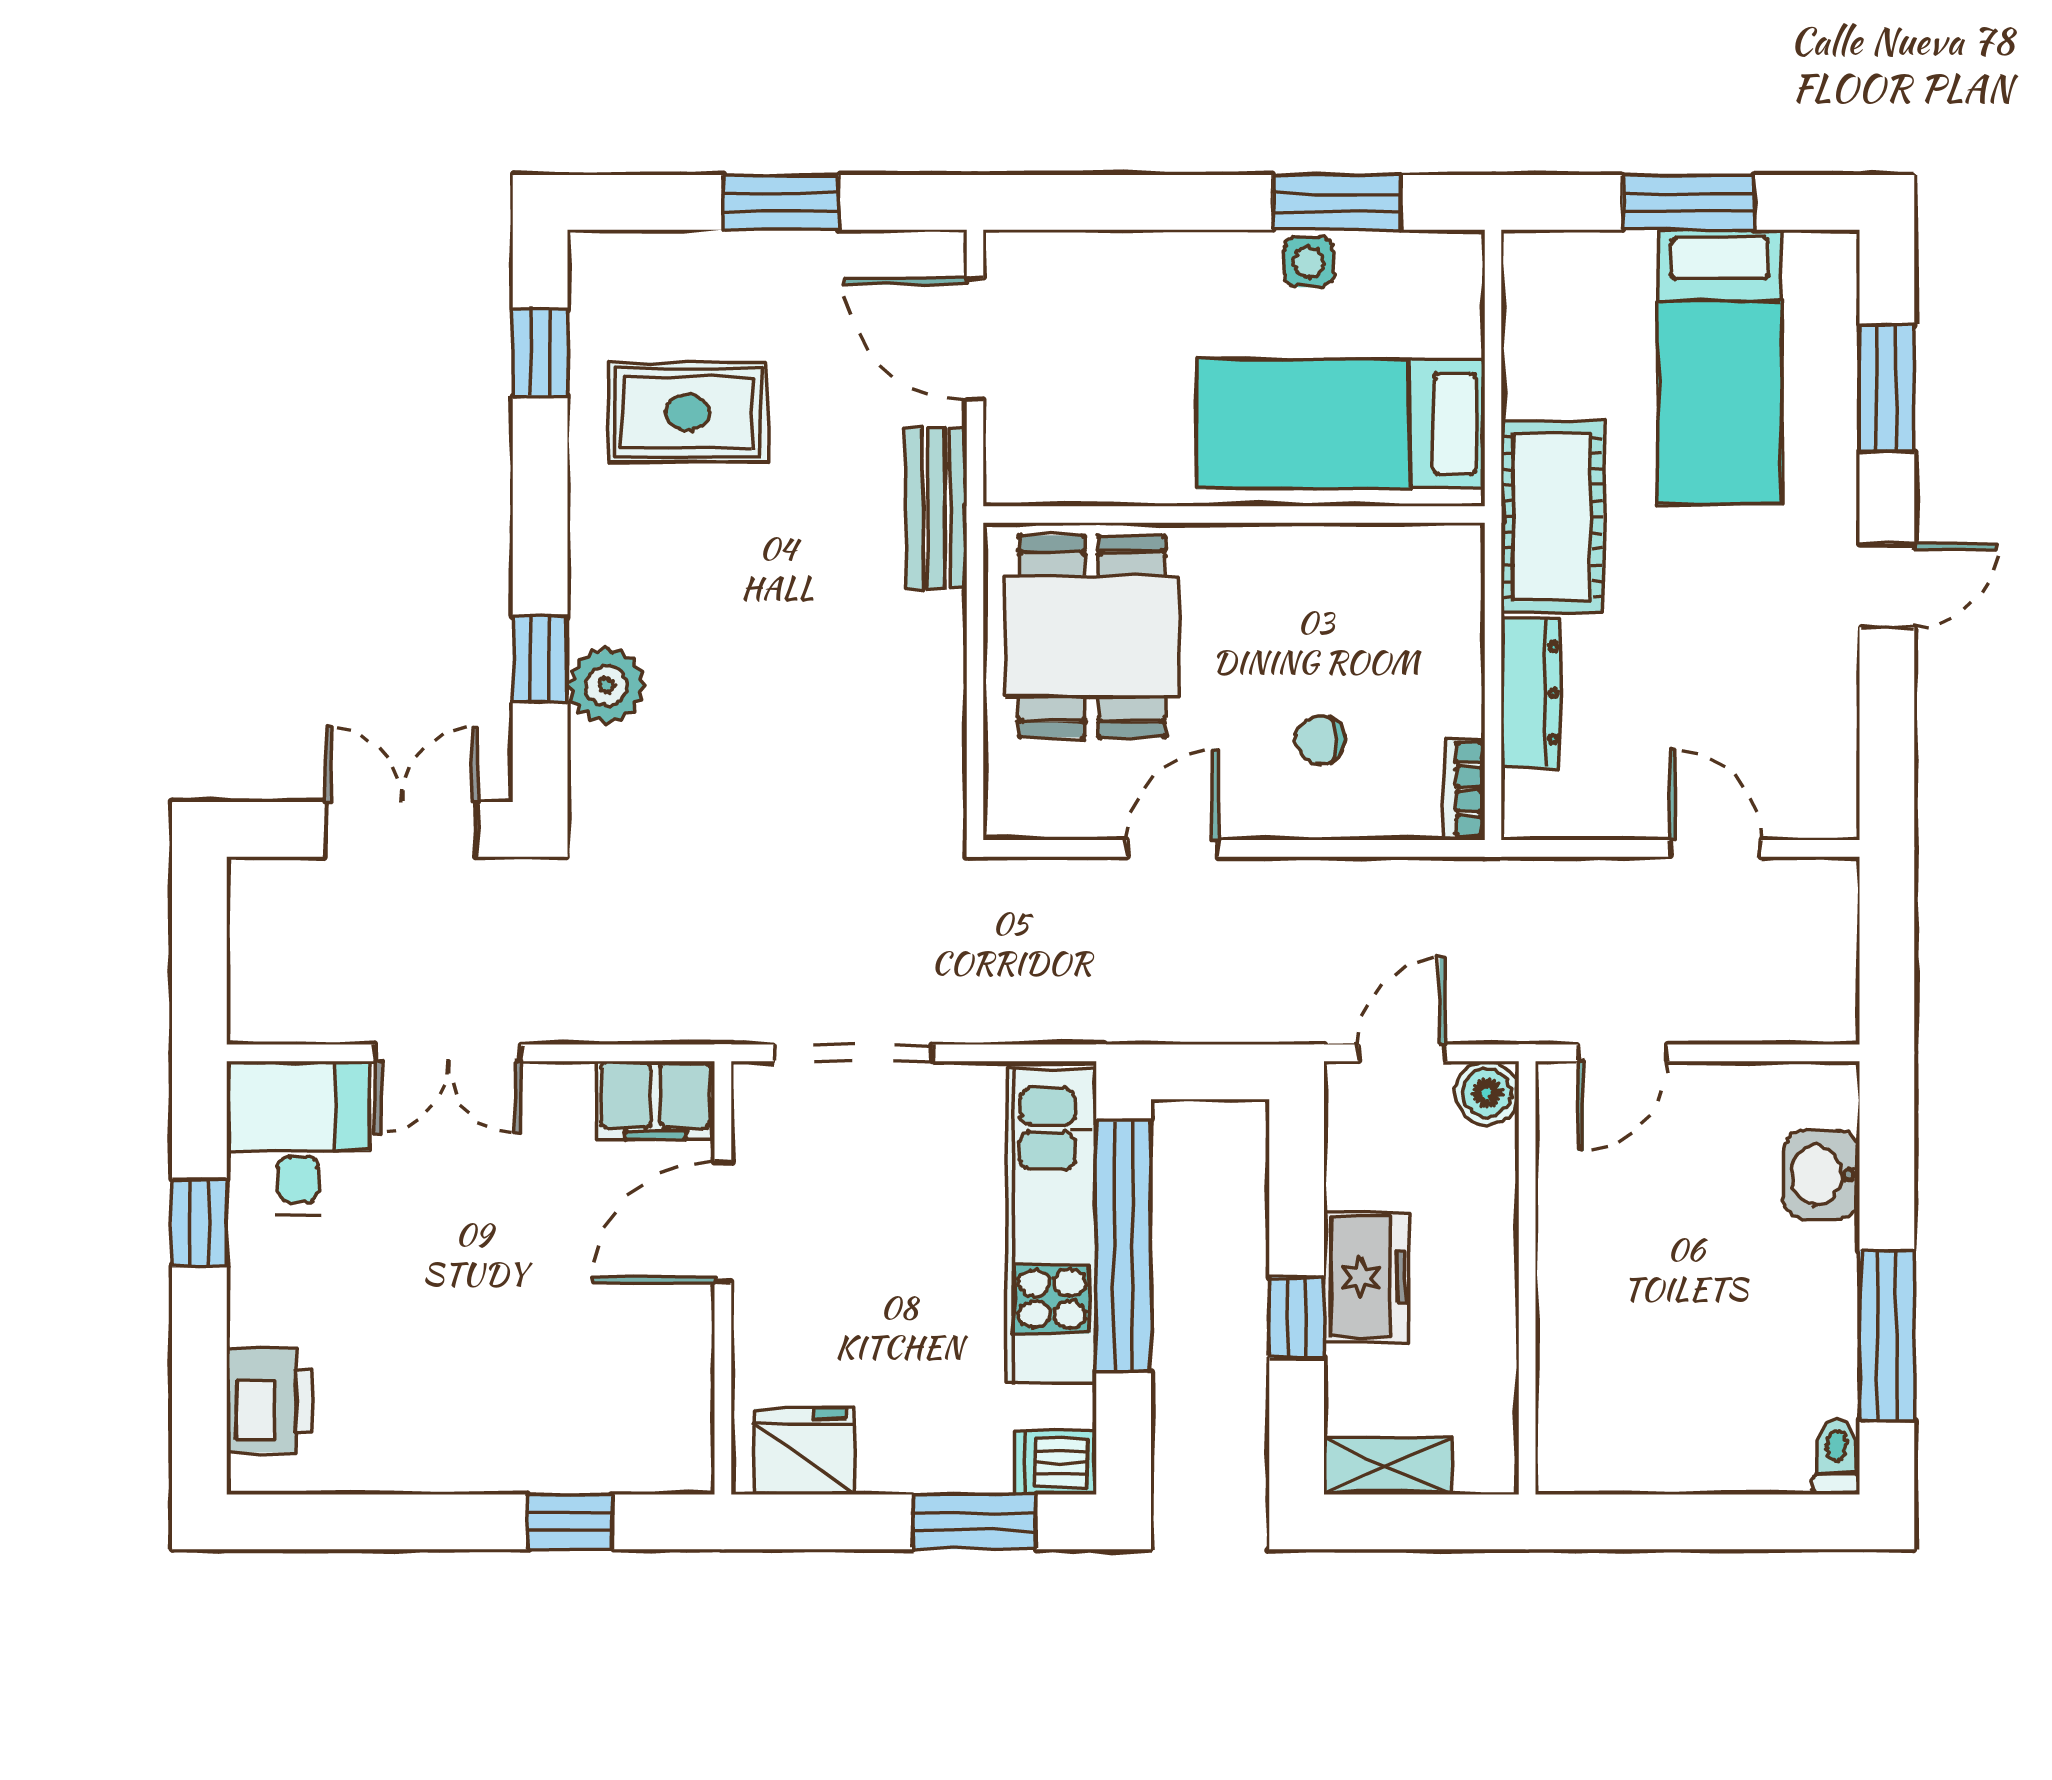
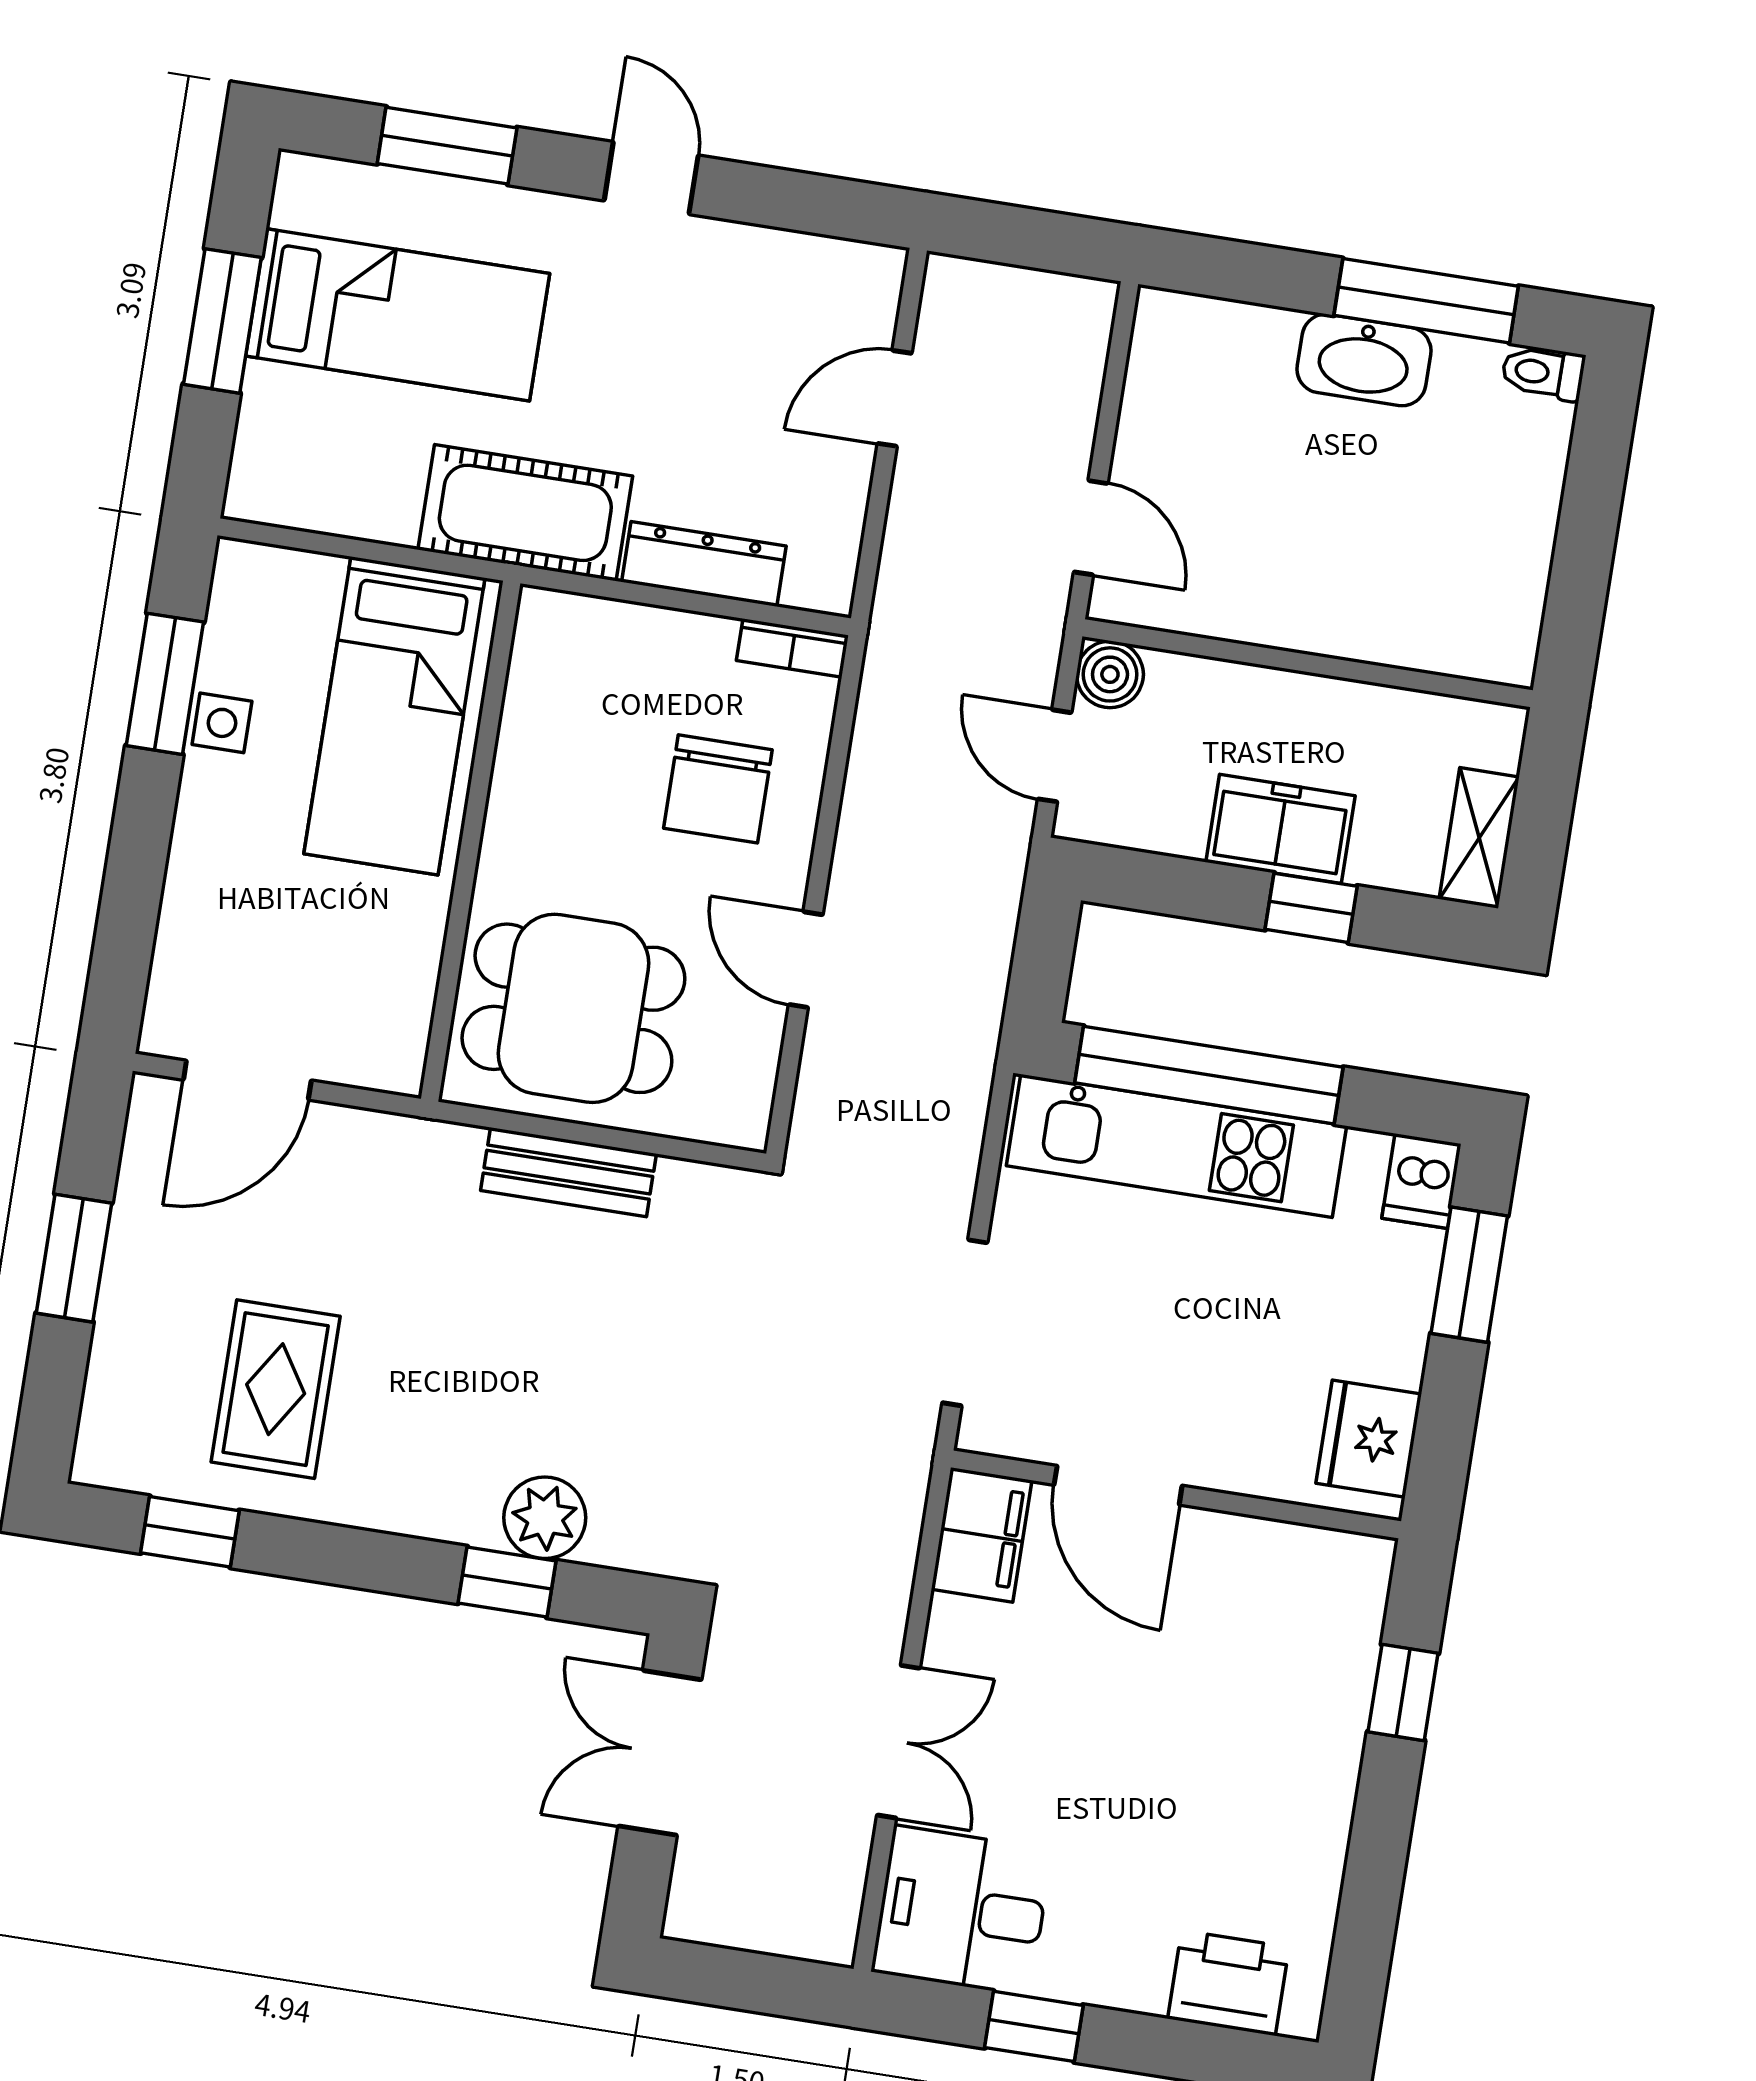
bench: (936, 508) -> (568, 1172), moved
chair: (1320, 740) -> (718, 789), width x1.87, depth x1.87
washbasin: (1822, 1175) -> (1364, 360), moved, width x1.38

